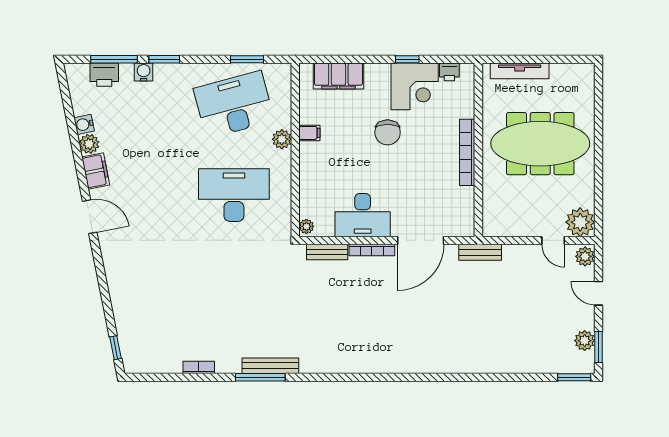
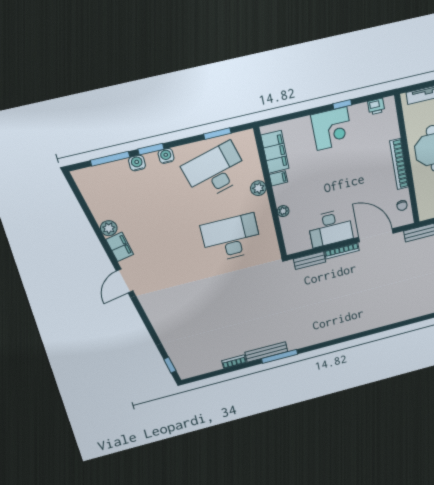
printer: (104, 75) -> (106, 173), removed
filing cabinet: (338, 76) -> (275, 152), moved, turned -90
corner desk: (415, 86) -> (332, 129), moved
water cooler: (84, 124) -> (166, 156), moved, turned 101
chair: (388, 132) -> (402, 205), moved, width x0.54, depth x0.54
door: (90, 217) -> (125, 281), swing flipped
plant: (306, 226) -> (283, 211), moved
door: (421, 240) -> (376, 235), swing flipped
bench: (270, 366) -> (266, 352), moved

